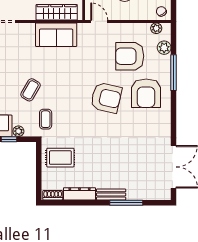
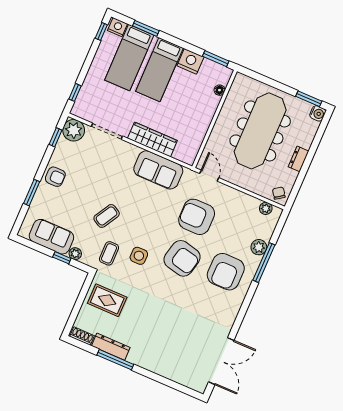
wardrobe: (57, 12) -> (152, 139), moved
plant: (164, 48) -> (259, 247), moved
armchair: (130, 56) -> (197, 217), moved
side table: (70, 111) -> (139, 256), added
bench: (111, 194) -> (143, 362), removed
window: (126, 203) -> (115, 360), moved

